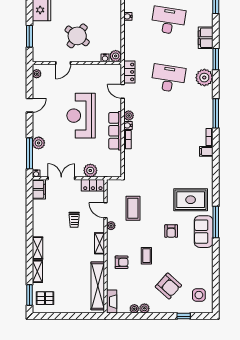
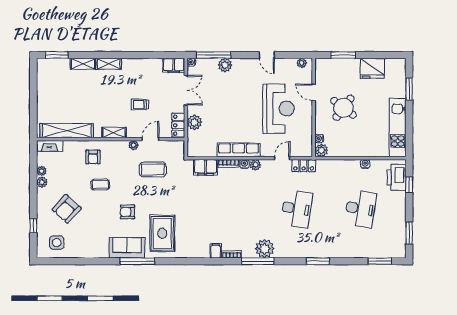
filing cabinet: (206, 38) -> (206, 167), moved, turned 180
plant: (204, 78) -> (265, 249), moved
reception desk: (81, 116) -> (278, 109), moved, turned 90
pallet: (45, 298) -> (53, 72), removed

